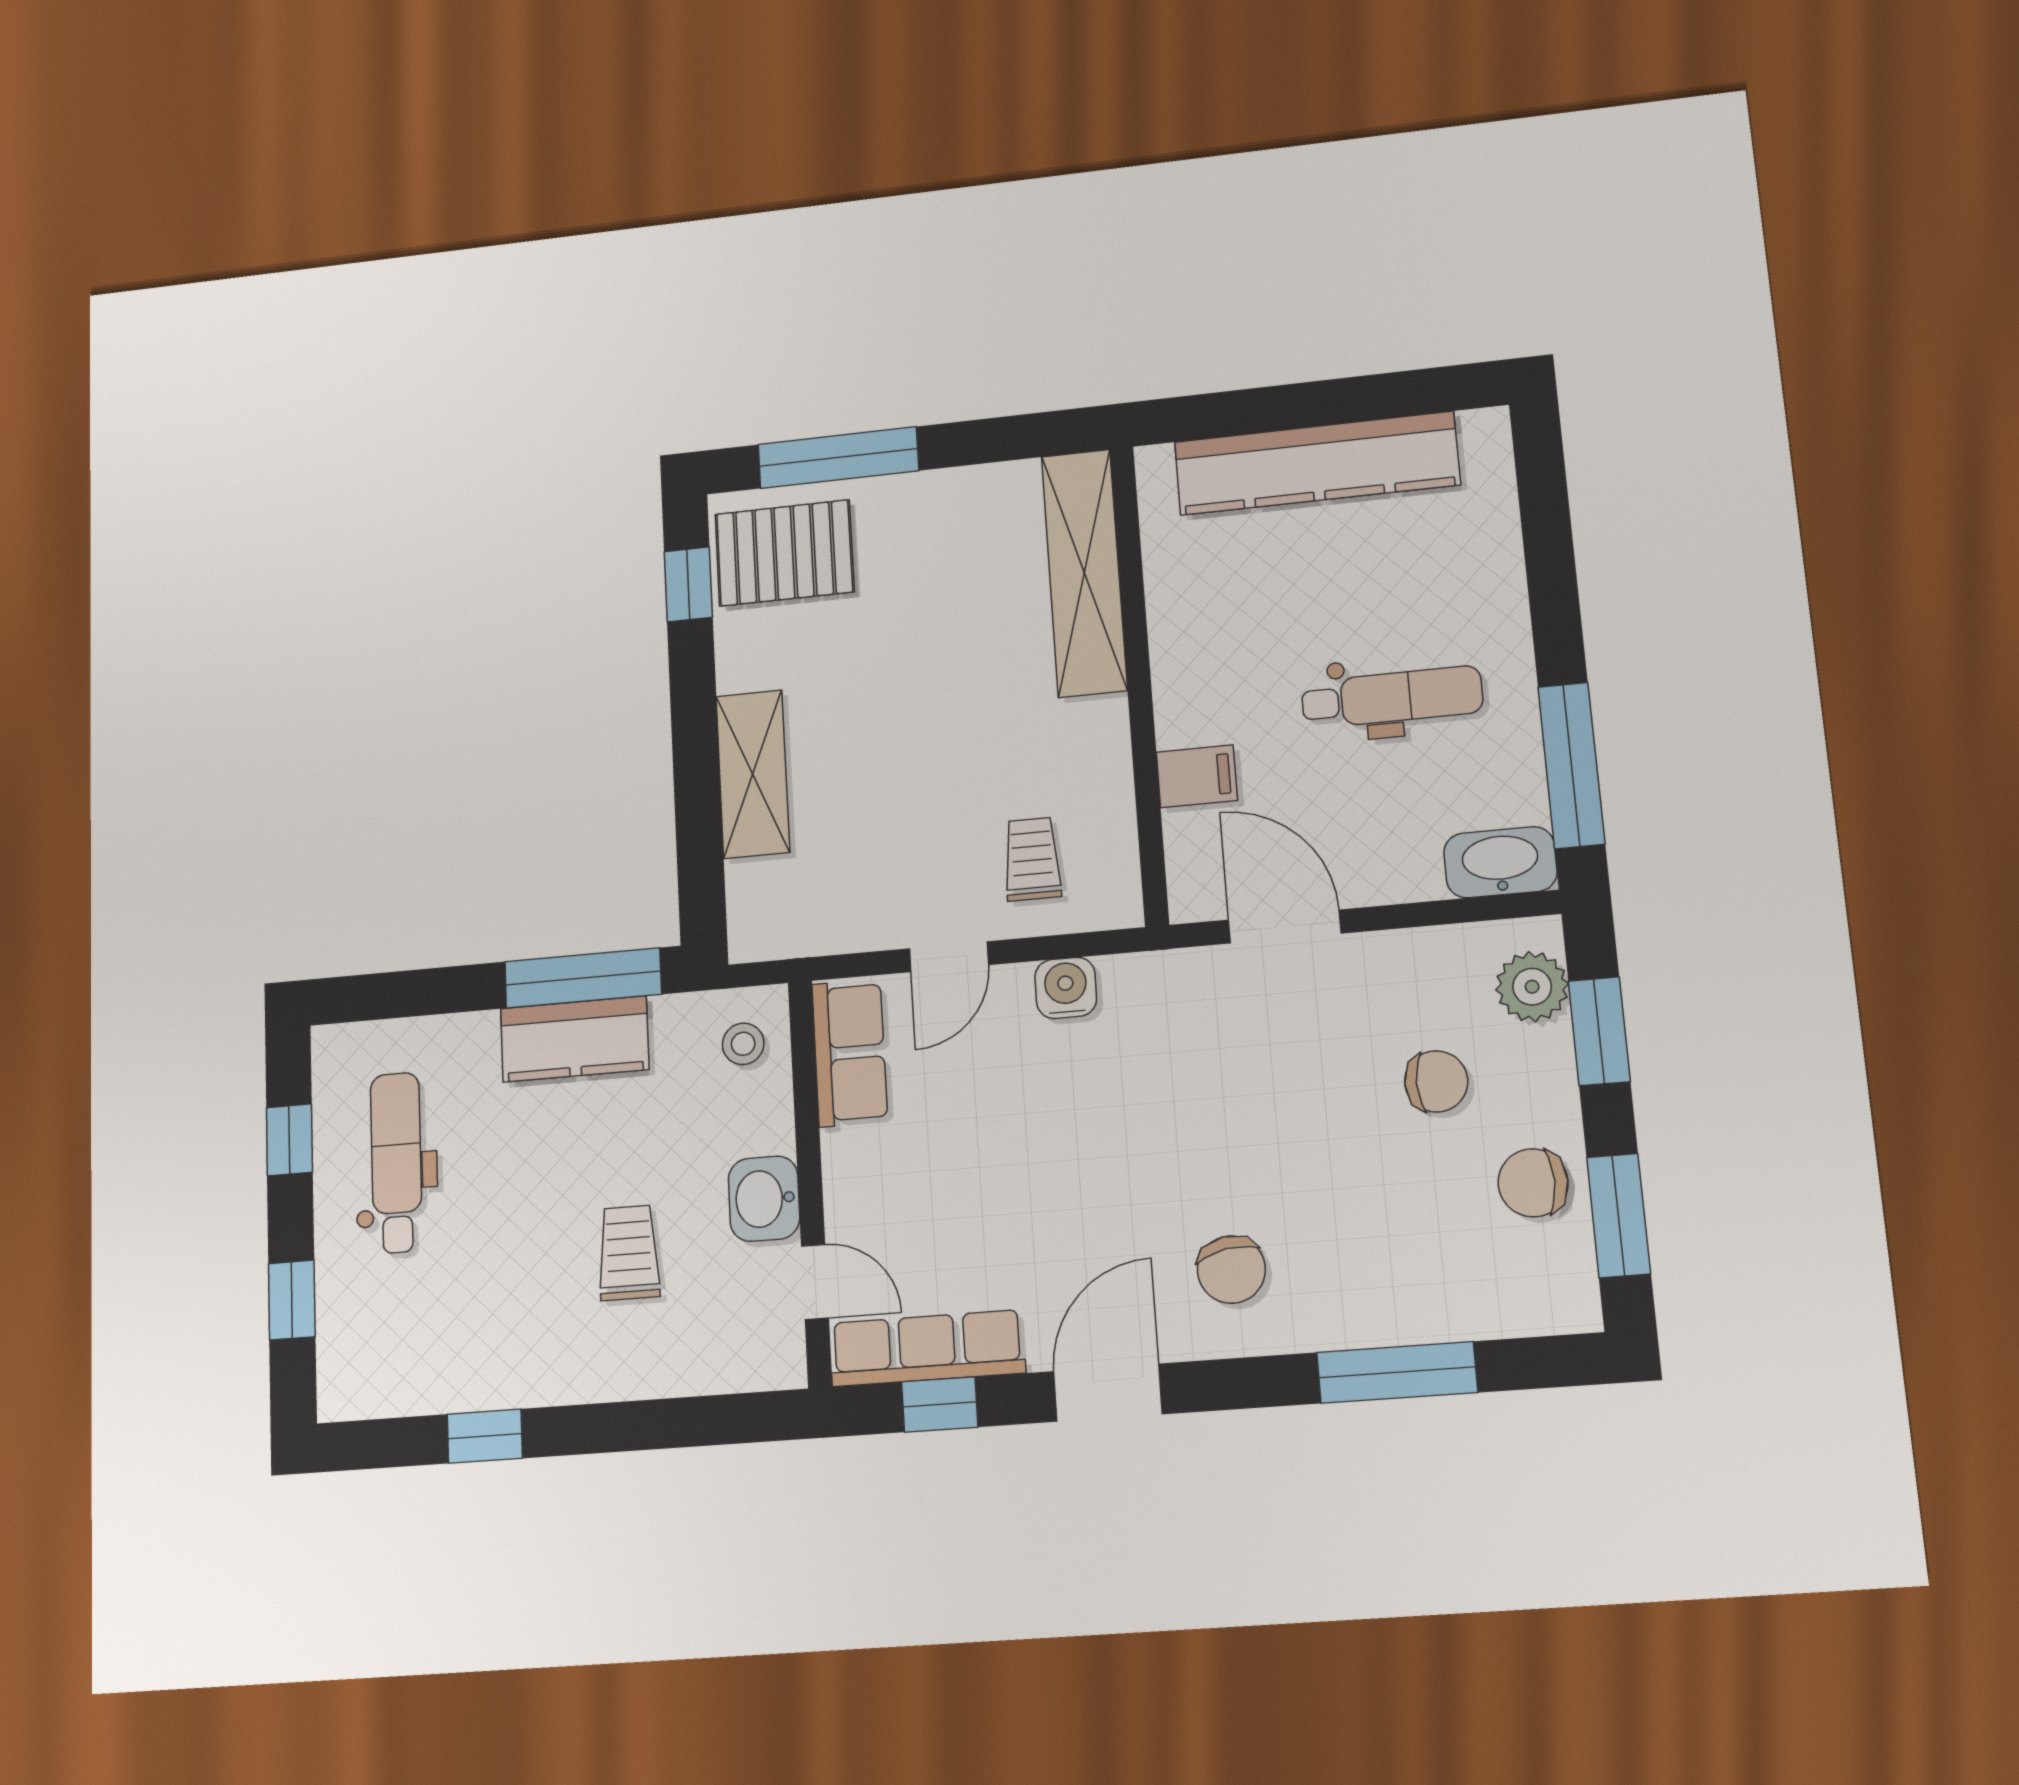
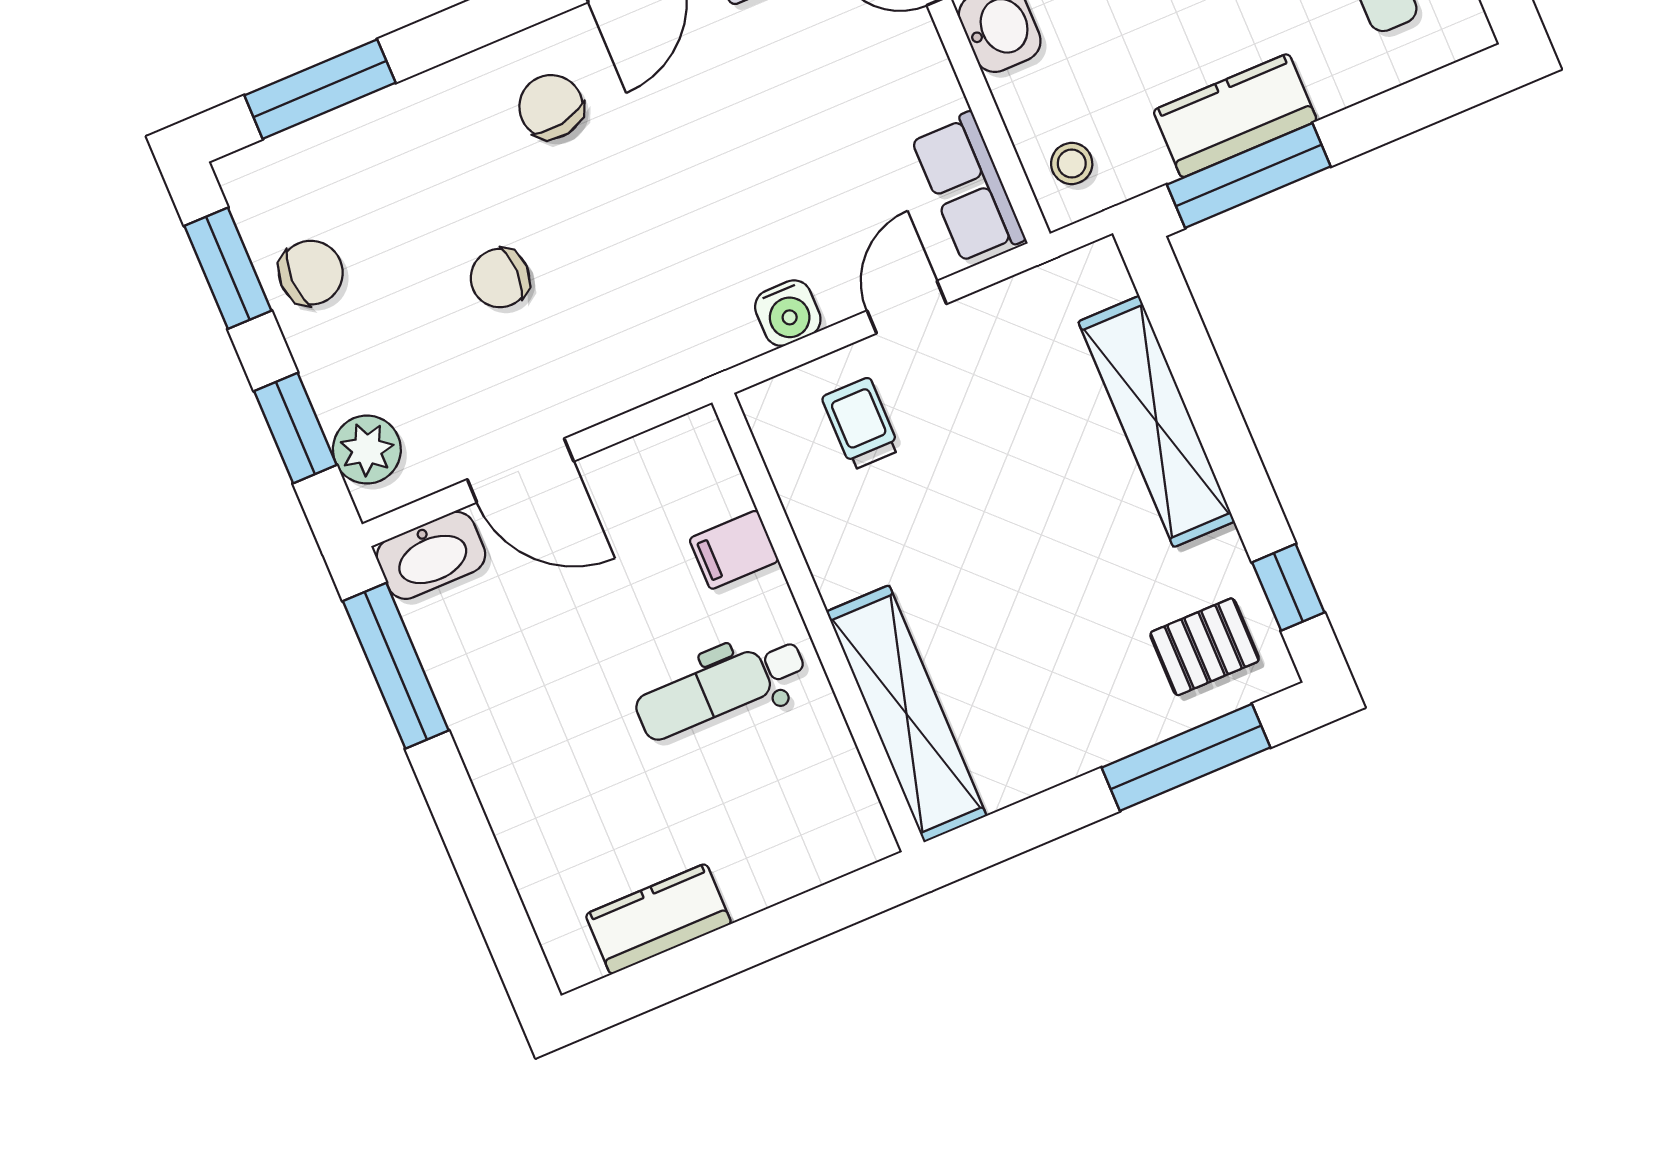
kitchen counter: (1317, 463) -> (658, 919), width x0.48, depth x0.86
pallet: (784, 553) -> (1205, 647), width x0.67, depth x0.71
dental chair: (1392, 697) -> (721, 689), moved
shelving: (753, 774) -> (1156, 422), width x1.47
trolley: (1032, 859) -> (861, 424), turned 180
door: (1285, 927) -> (521, 470), moved
chair: (1436, 1081) -> (500, 278), moved
window: (1397, 1372) -> (320, 89), moved

